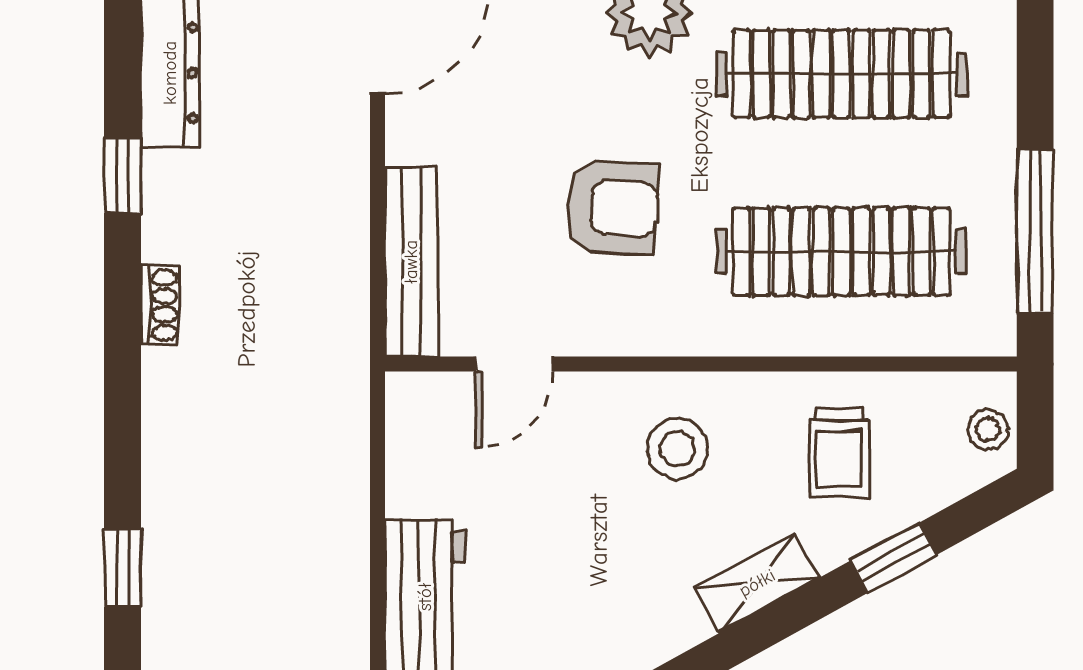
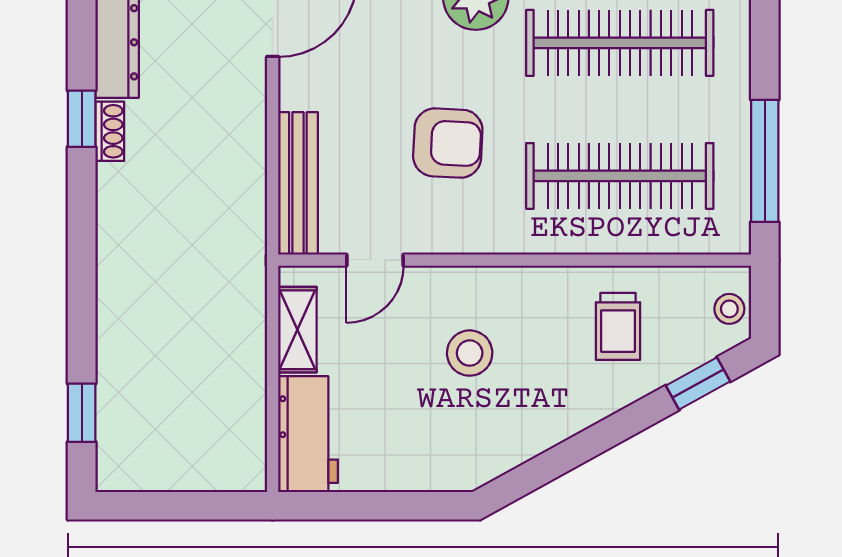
shoe rack: (160, 305) -> (110, 131), moved
stool: (677, 448) -> (470, 353), moved
window: (893, 558) -> (698, 383), moved
shelving: (757, 583) -> (297, 330), moved, turned -61

